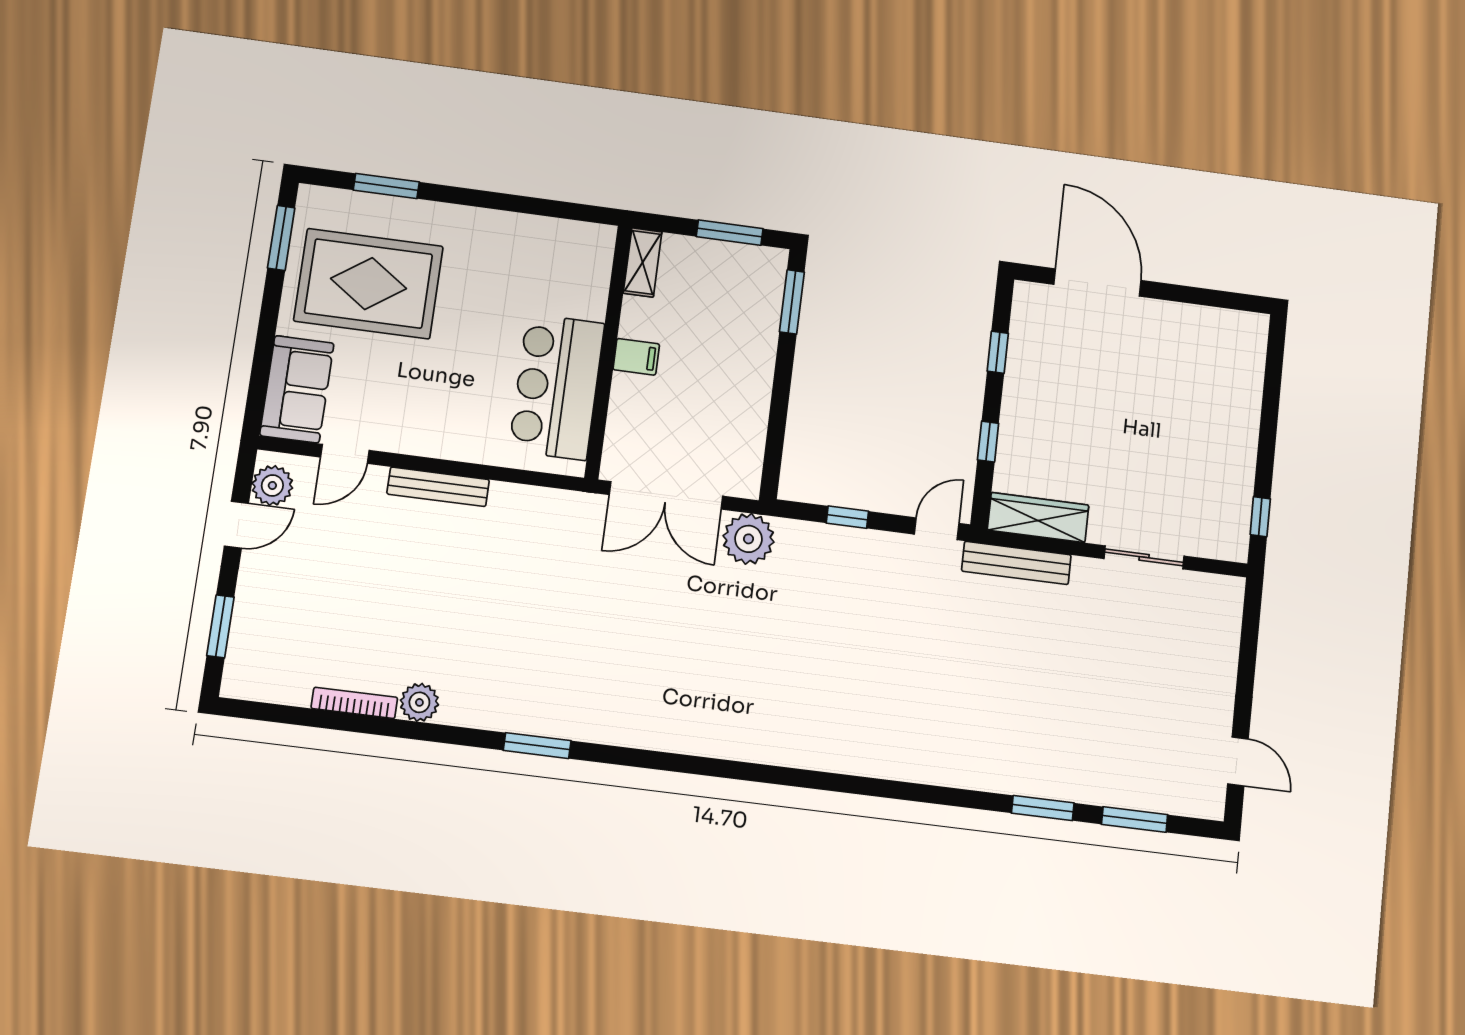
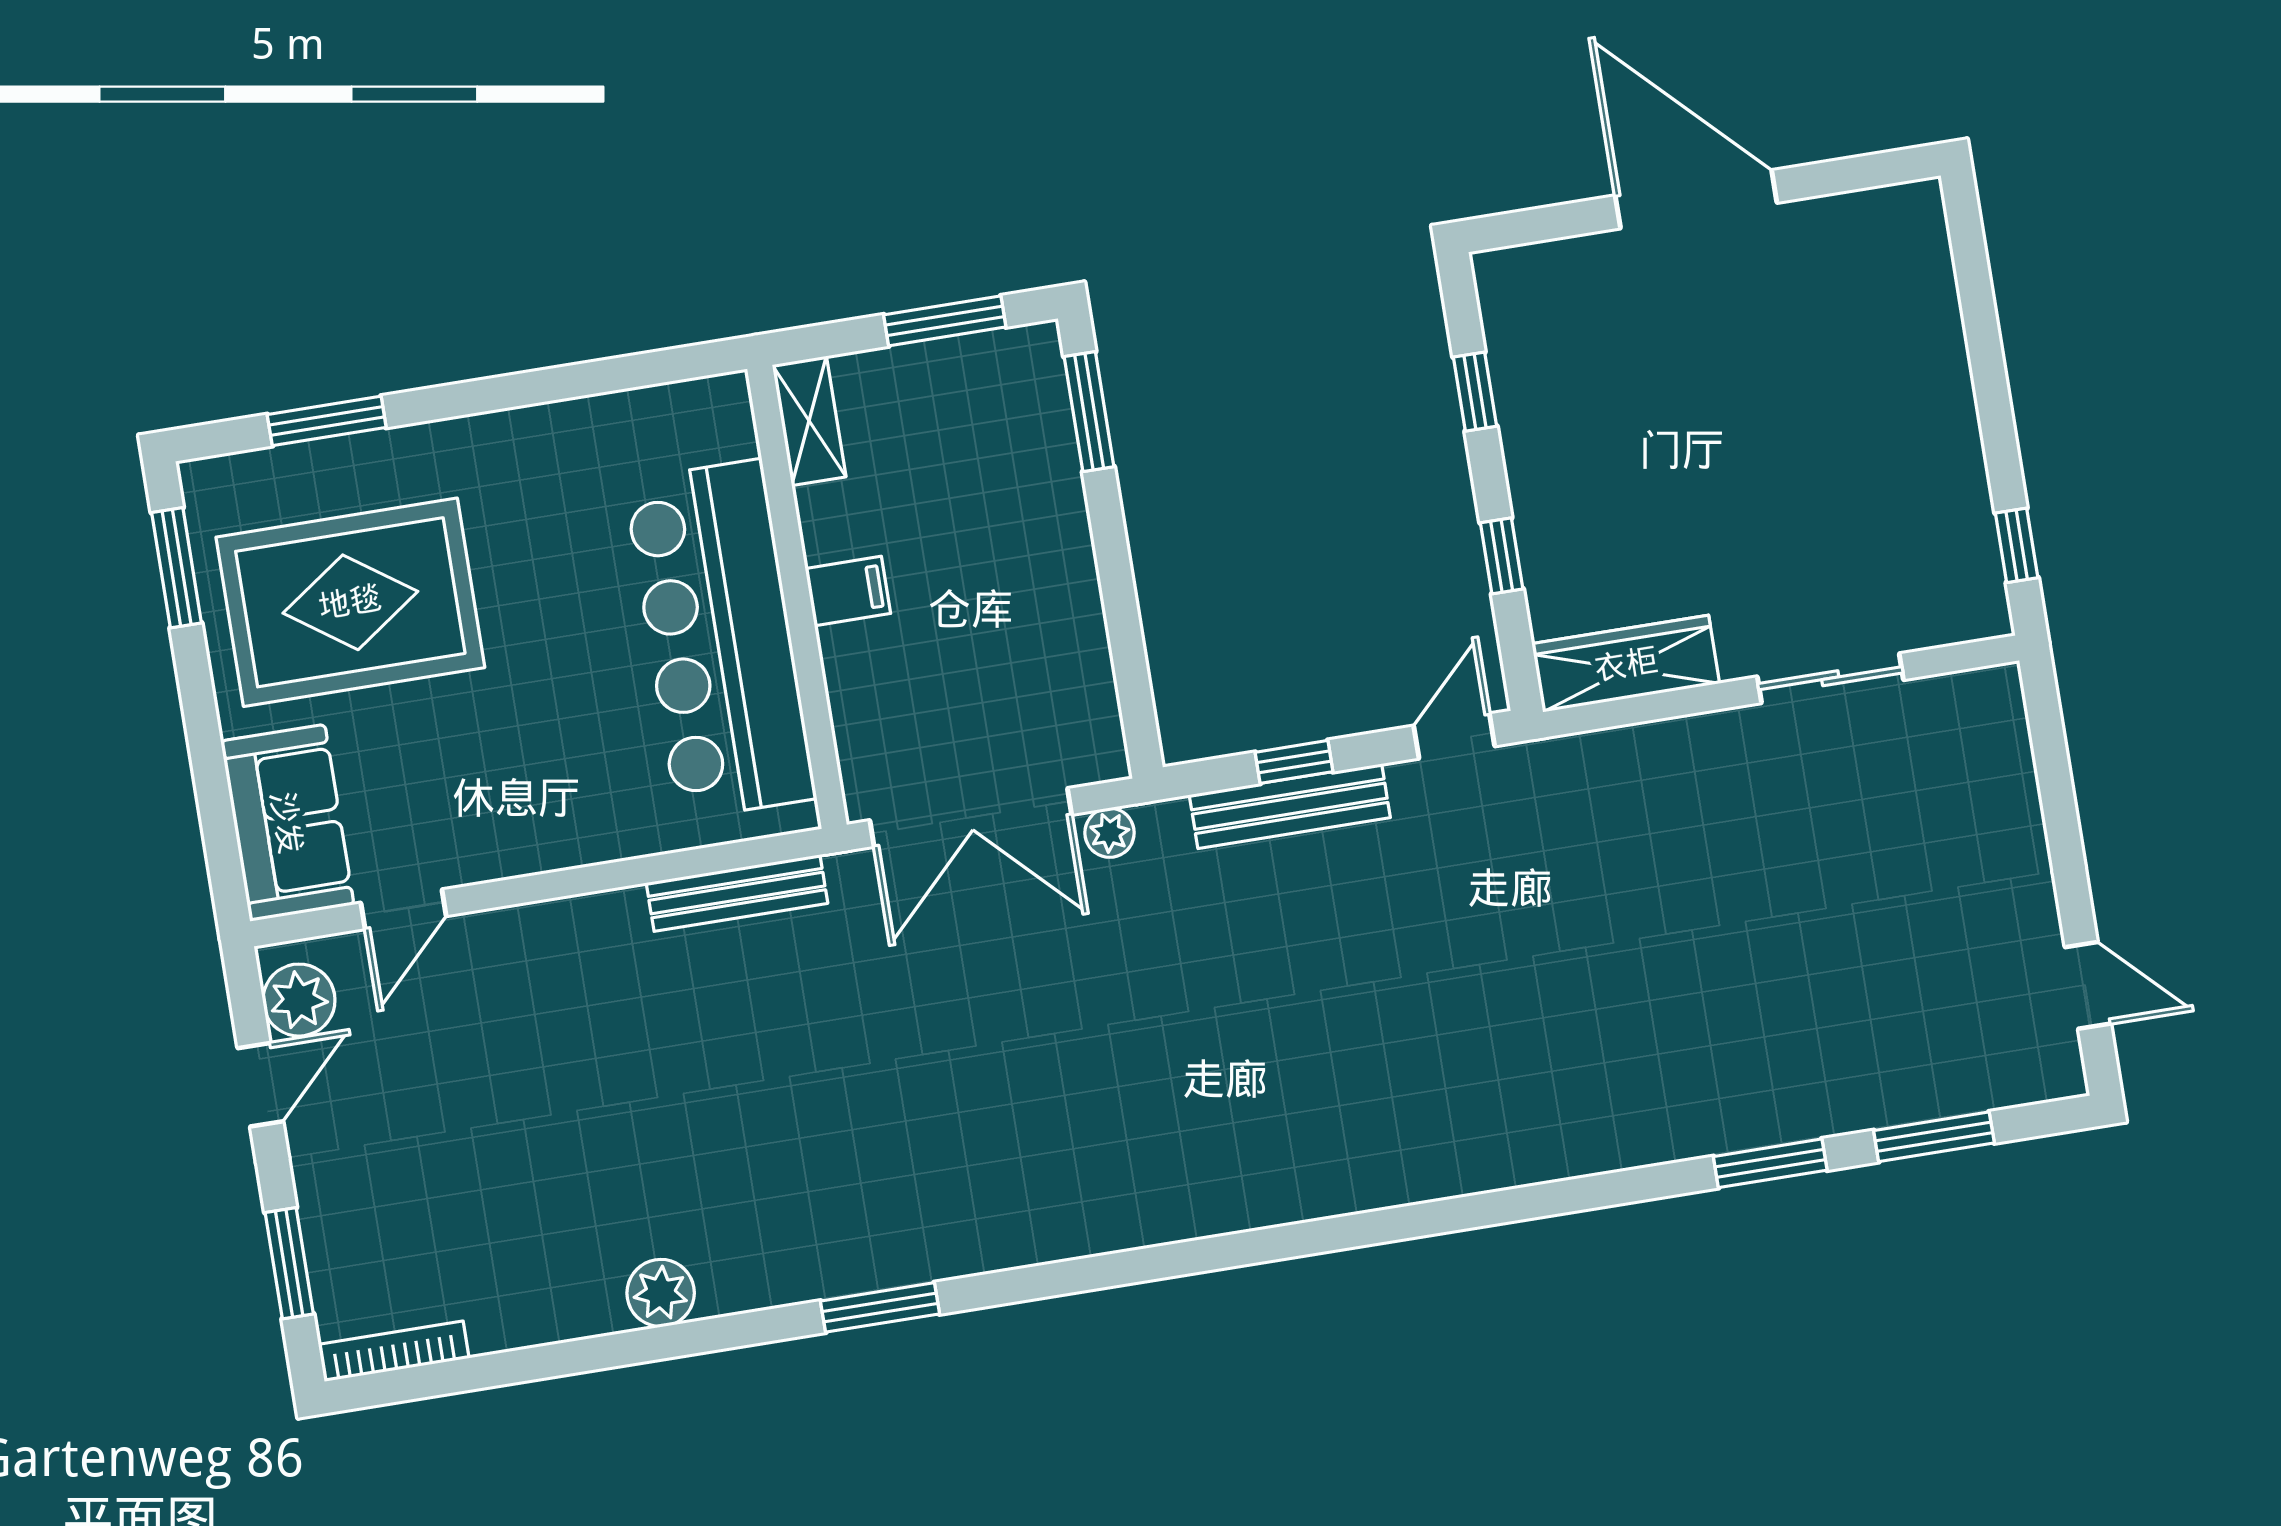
door: (1097, 282) -> (1696, 199), moved
bar counter: (557, 387) -> (720, 640), width x1.36
bench: (438, 487) -> (737, 893), moved
plant: (748, 539) -> (1110, 833), width x0.53, depth x0.53
bench: (1016, 563) -> (1290, 806), moved
bookcase: (354, 703) -> (394, 1351), moved

